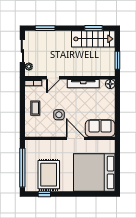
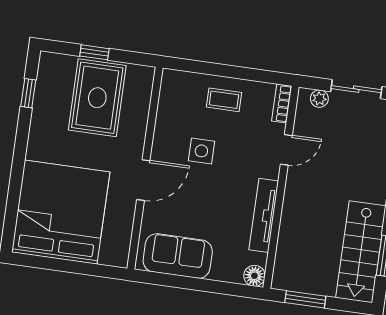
door: (53, 78) -> (286, 150), swing flipped
sofa: (100, 128) -> (178, 256), moved, turned -90
window: (22, 168) -> (94, 52), width x0.32
rug: (49, 175) -> (97, 98), moved, turned 90

